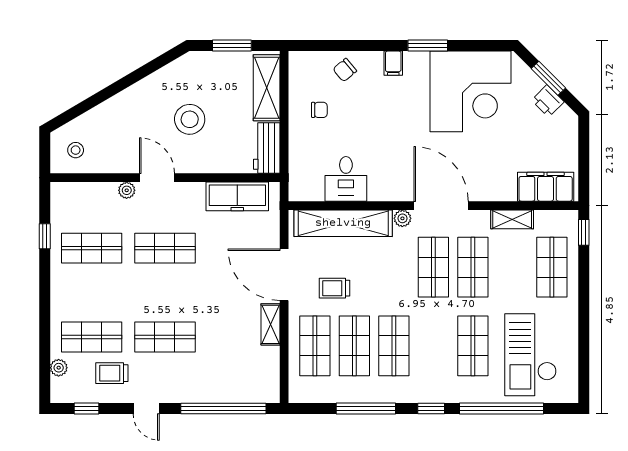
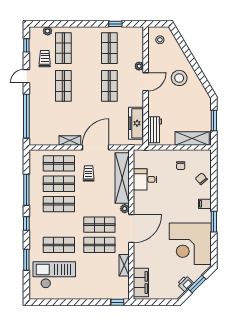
stool: (190, 119) -> (179, 78), moved
workbench: (267, 148) -> (155, 130), moved, turned 90
shop shelf: (552, 267) -> (99, 286), removed
window: (501, 409) -> (26, 260), width x0.47

